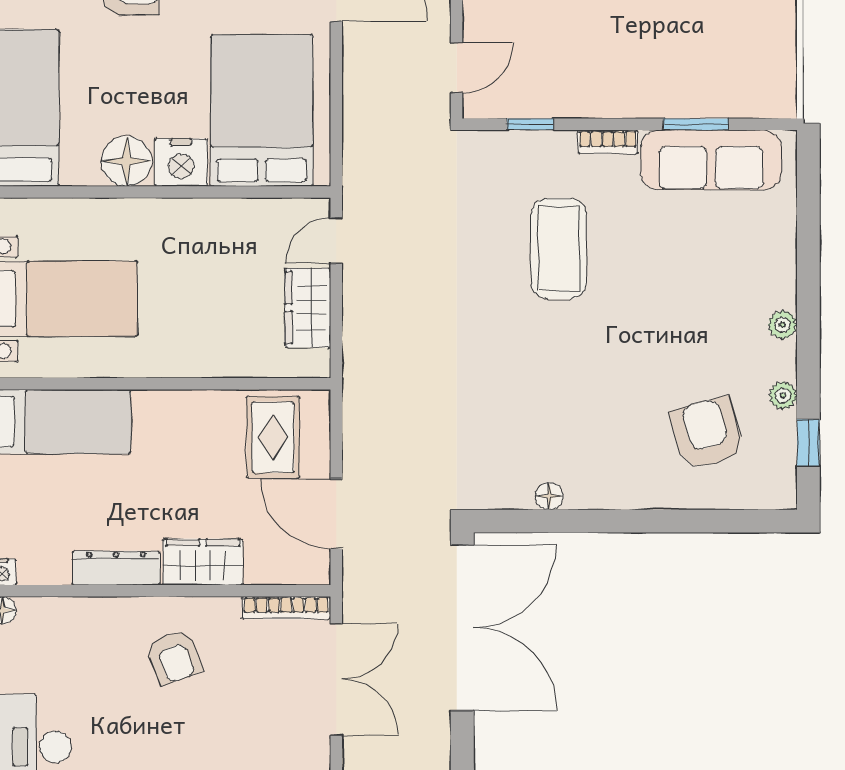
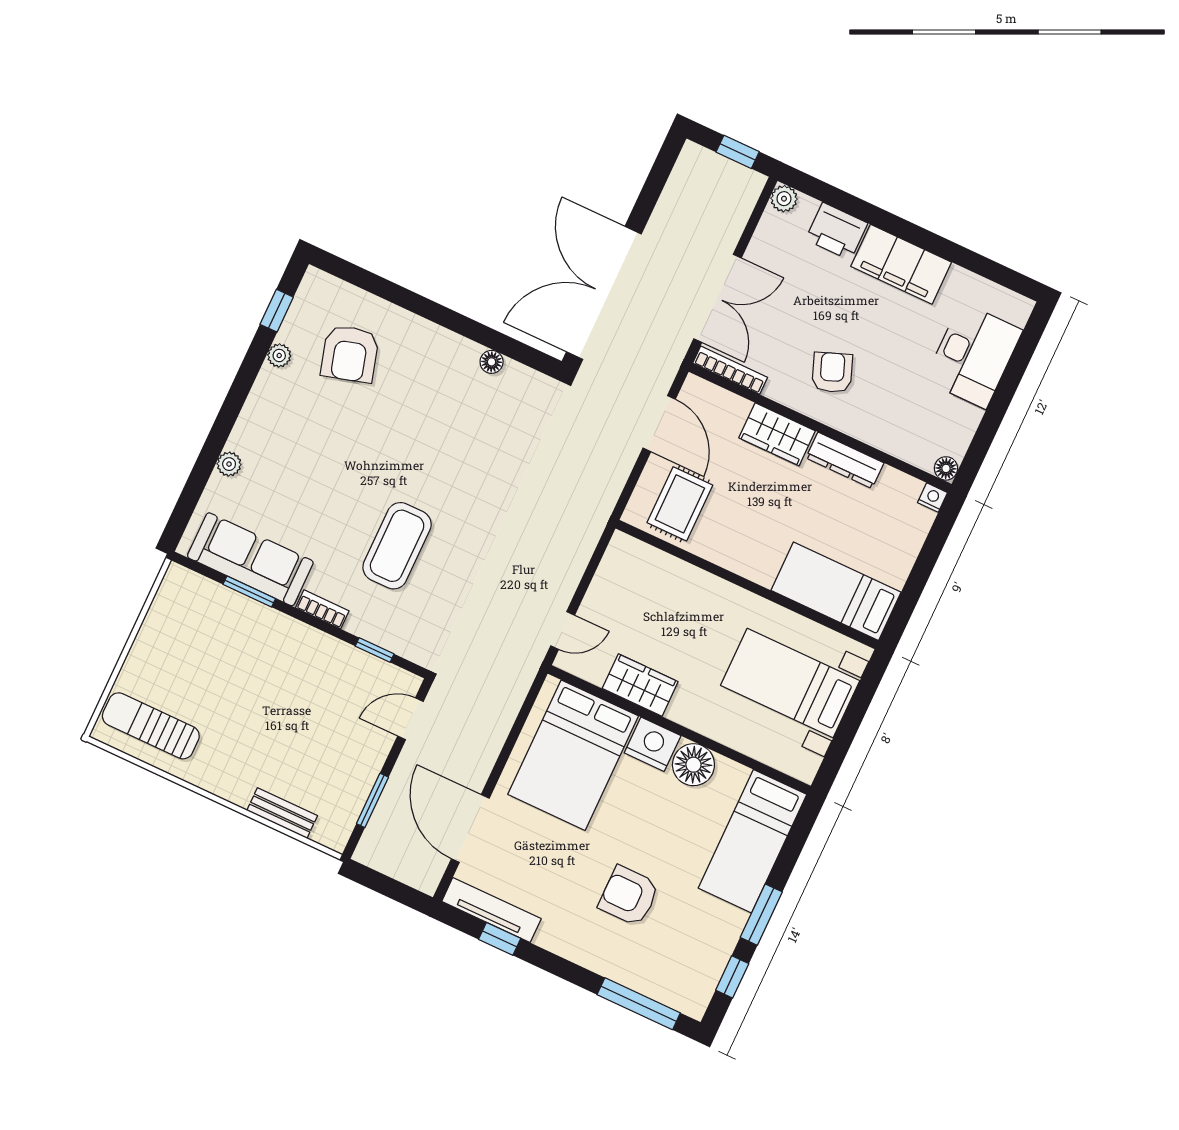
wardrobe: (308, 308) -> (640, 685), moved, turned -90
plant: (782, 325) -> (229, 464), moved
double door: (336, 679) -> (717, 298), swing flipped

